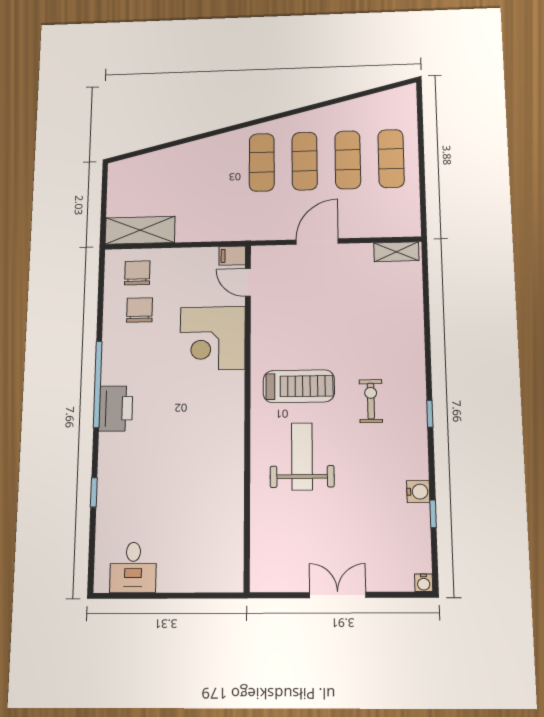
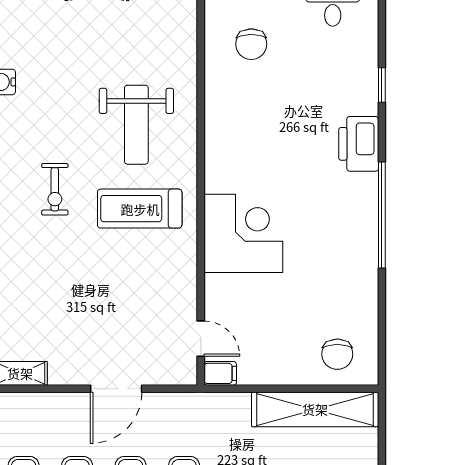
shelving: (140, 230) -> (315, 409), width x1.47
chair: (140, 310) -> (251, 44), moved
corner desk: (213, 338) -> (243, 233), moved
printer: (116, 408) -> (359, 144), moved

